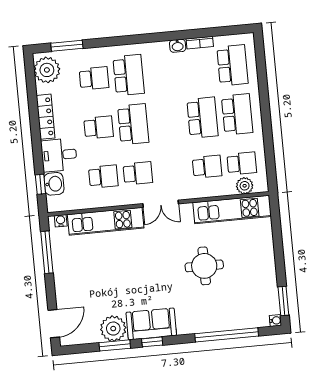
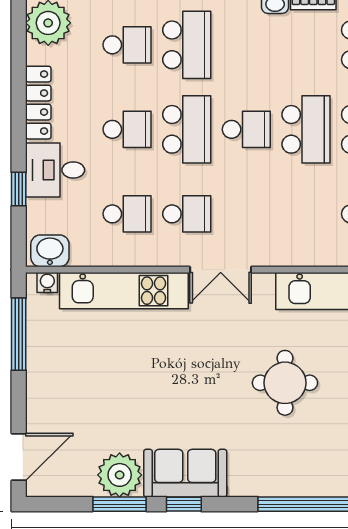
school desk: (207, 167) -> (246, 129), moved
window: (40, 184) -> (19, 189), moved
washbasin: (54, 184) -> (50, 251), moved, turned -90

